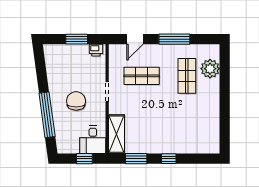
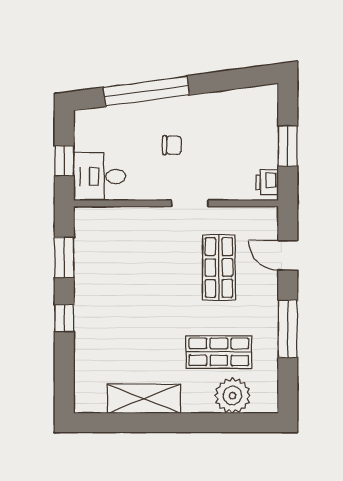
chair: (76, 101) -> (172, 145), width x0.54, depth x0.54
shelving: (117, 134) -> (144, 399), moved

